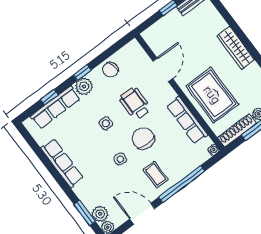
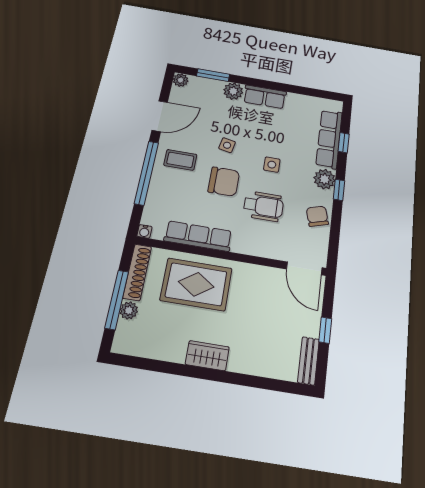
wardrobe: (236, 48) -> (207, 356), width x0.67
door: (163, 70) -> (304, 268), moved
row of seats: (62, 163) -> (265, 97), width x0.68
plant: (100, 214) -> (233, 91), moved

